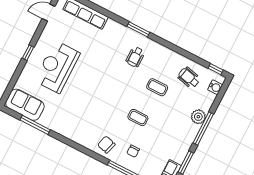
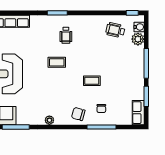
coffee table: (157, 87) -> (57, 62), moved
plant: (198, 117) -> (138, 39), moved
plant: (73, 136) -> (49, 120), added

